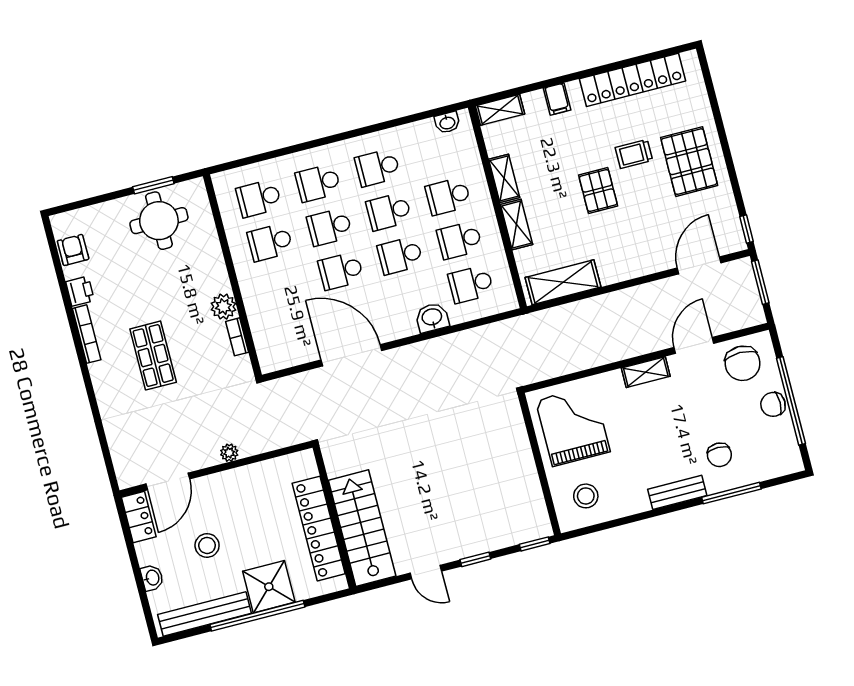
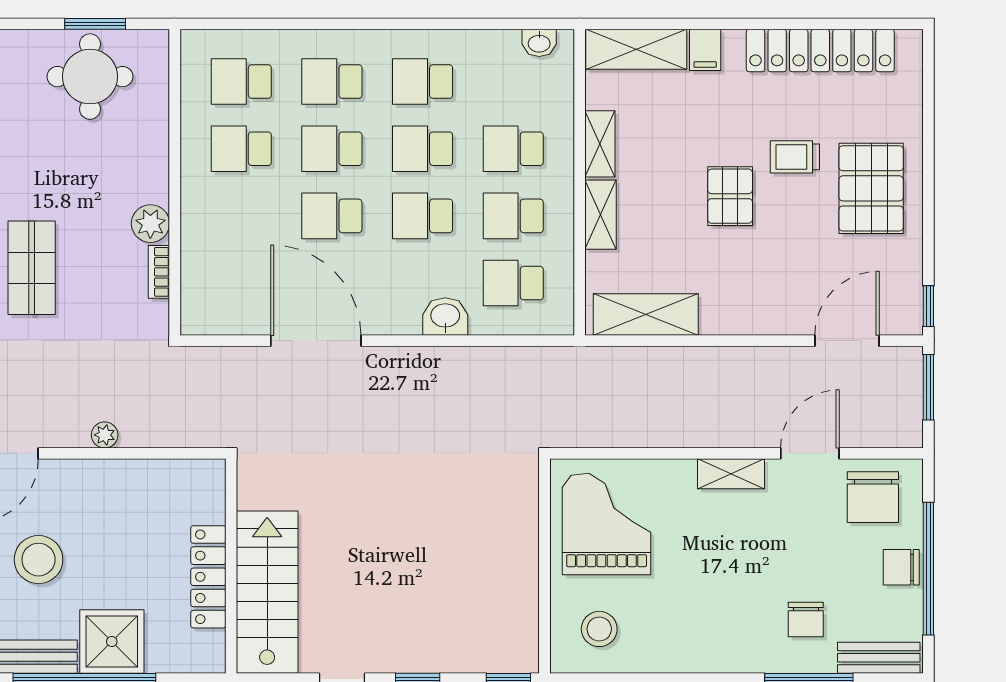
shelving: (500, 110) -> (636, 49), width x1.50, depth x1.33
bench: (677, 492) -> (879, 658), moved
locker: (319, 529) -> (208, 577), width x0.71, depth x0.83
stool: (207, 545) -> (39, 560), width x1.38, depth x1.38

